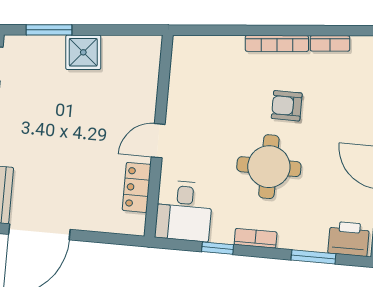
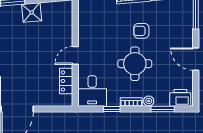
plant: (289, 239) -> (149, 101), added

